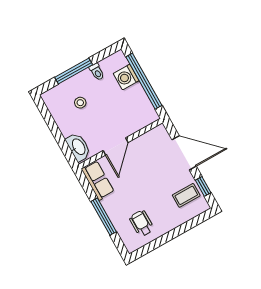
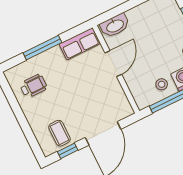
stool: (80, 103) -> (162, 84), moved
door: (116, 146) -> (113, 64), swing flipped

